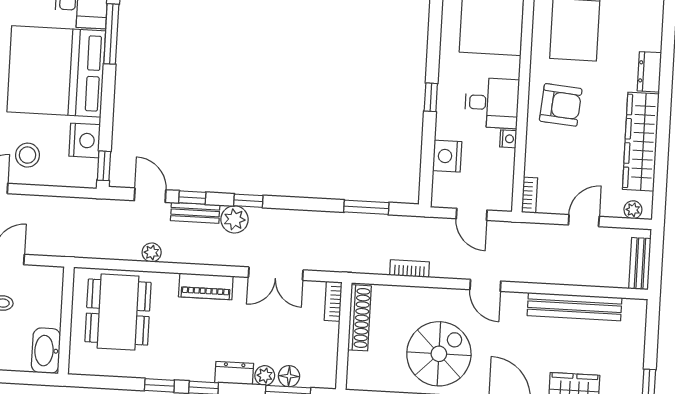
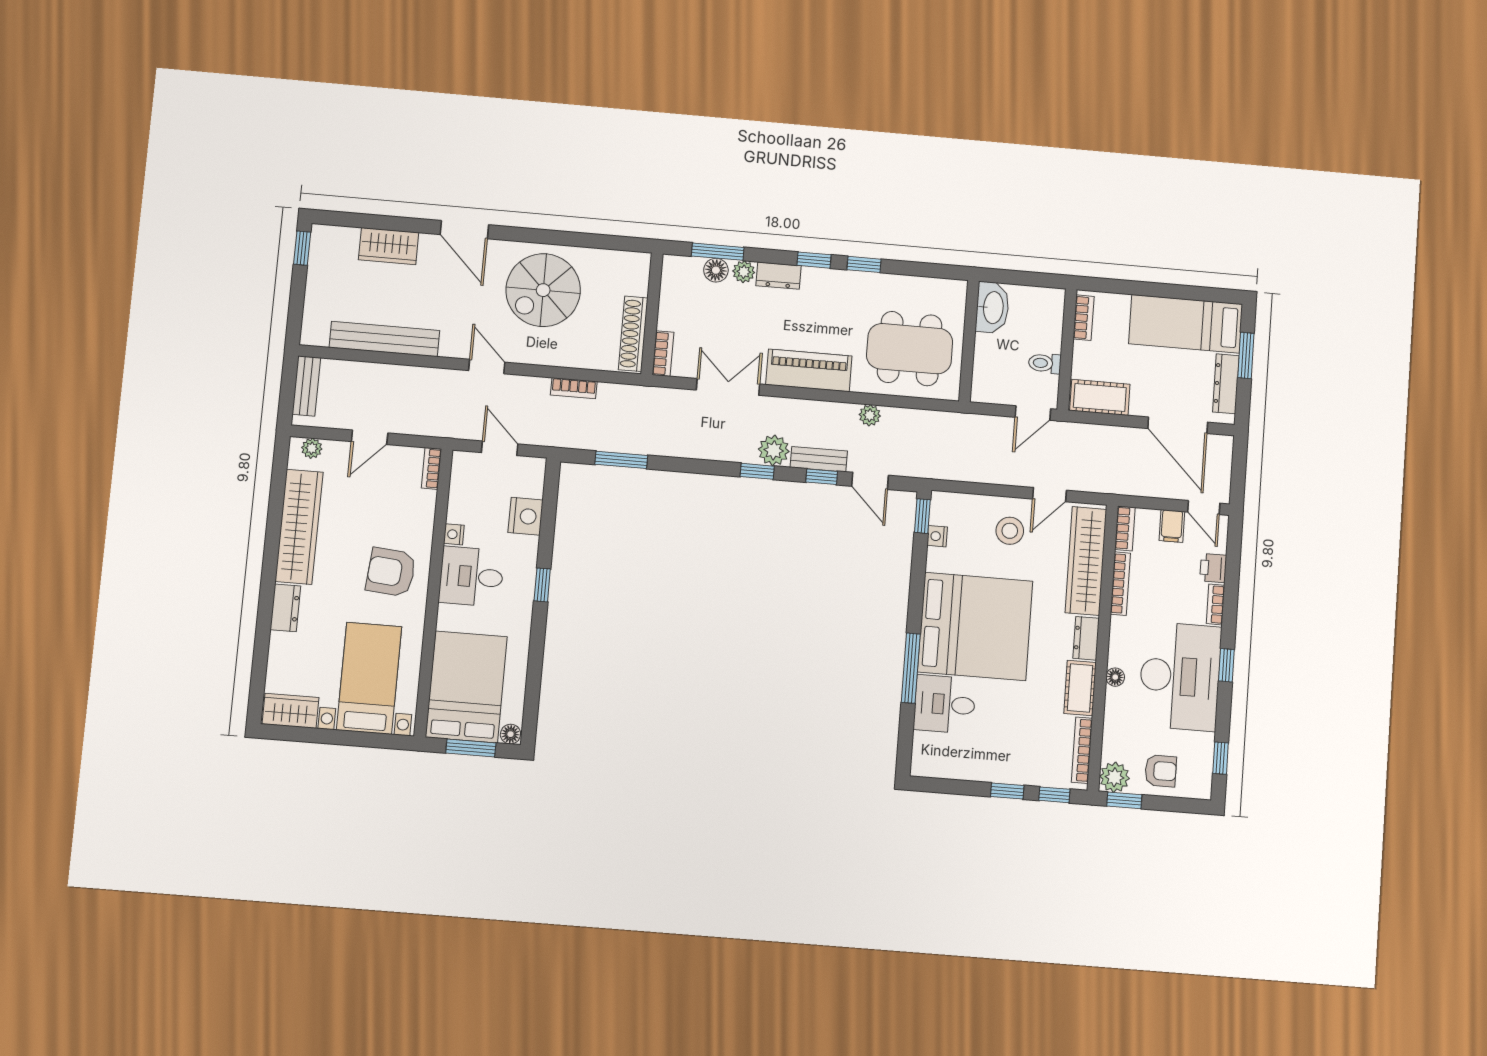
nightstand: (85, 140) -> (937, 536), width x0.53, depth x0.56
piano: (206, 286) -> (809, 370), width x1.37, depth x1.33
dining table: (118, 312) -> (910, 349), turned 90

